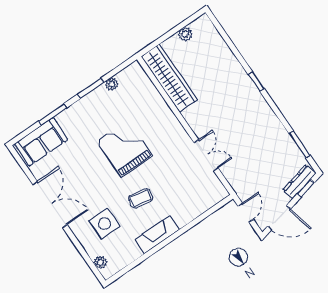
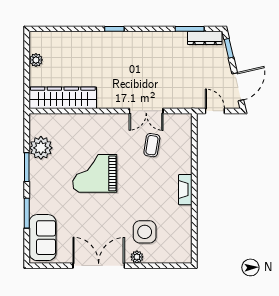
plant: (112, 84) -> (41, 148), width x1.88, depth x1.88
double door: (206, 155) -> (146, 111), swing flipped
dresser: (299, 182) -> (205, 38), moved, turned -77
coffee table: (141, 198) -> (152, 145), moved
fireplace: (157, 235) -> (185, 190), width x0.73, depth x0.76
plant: (100, 262) -> (137, 257), moved

